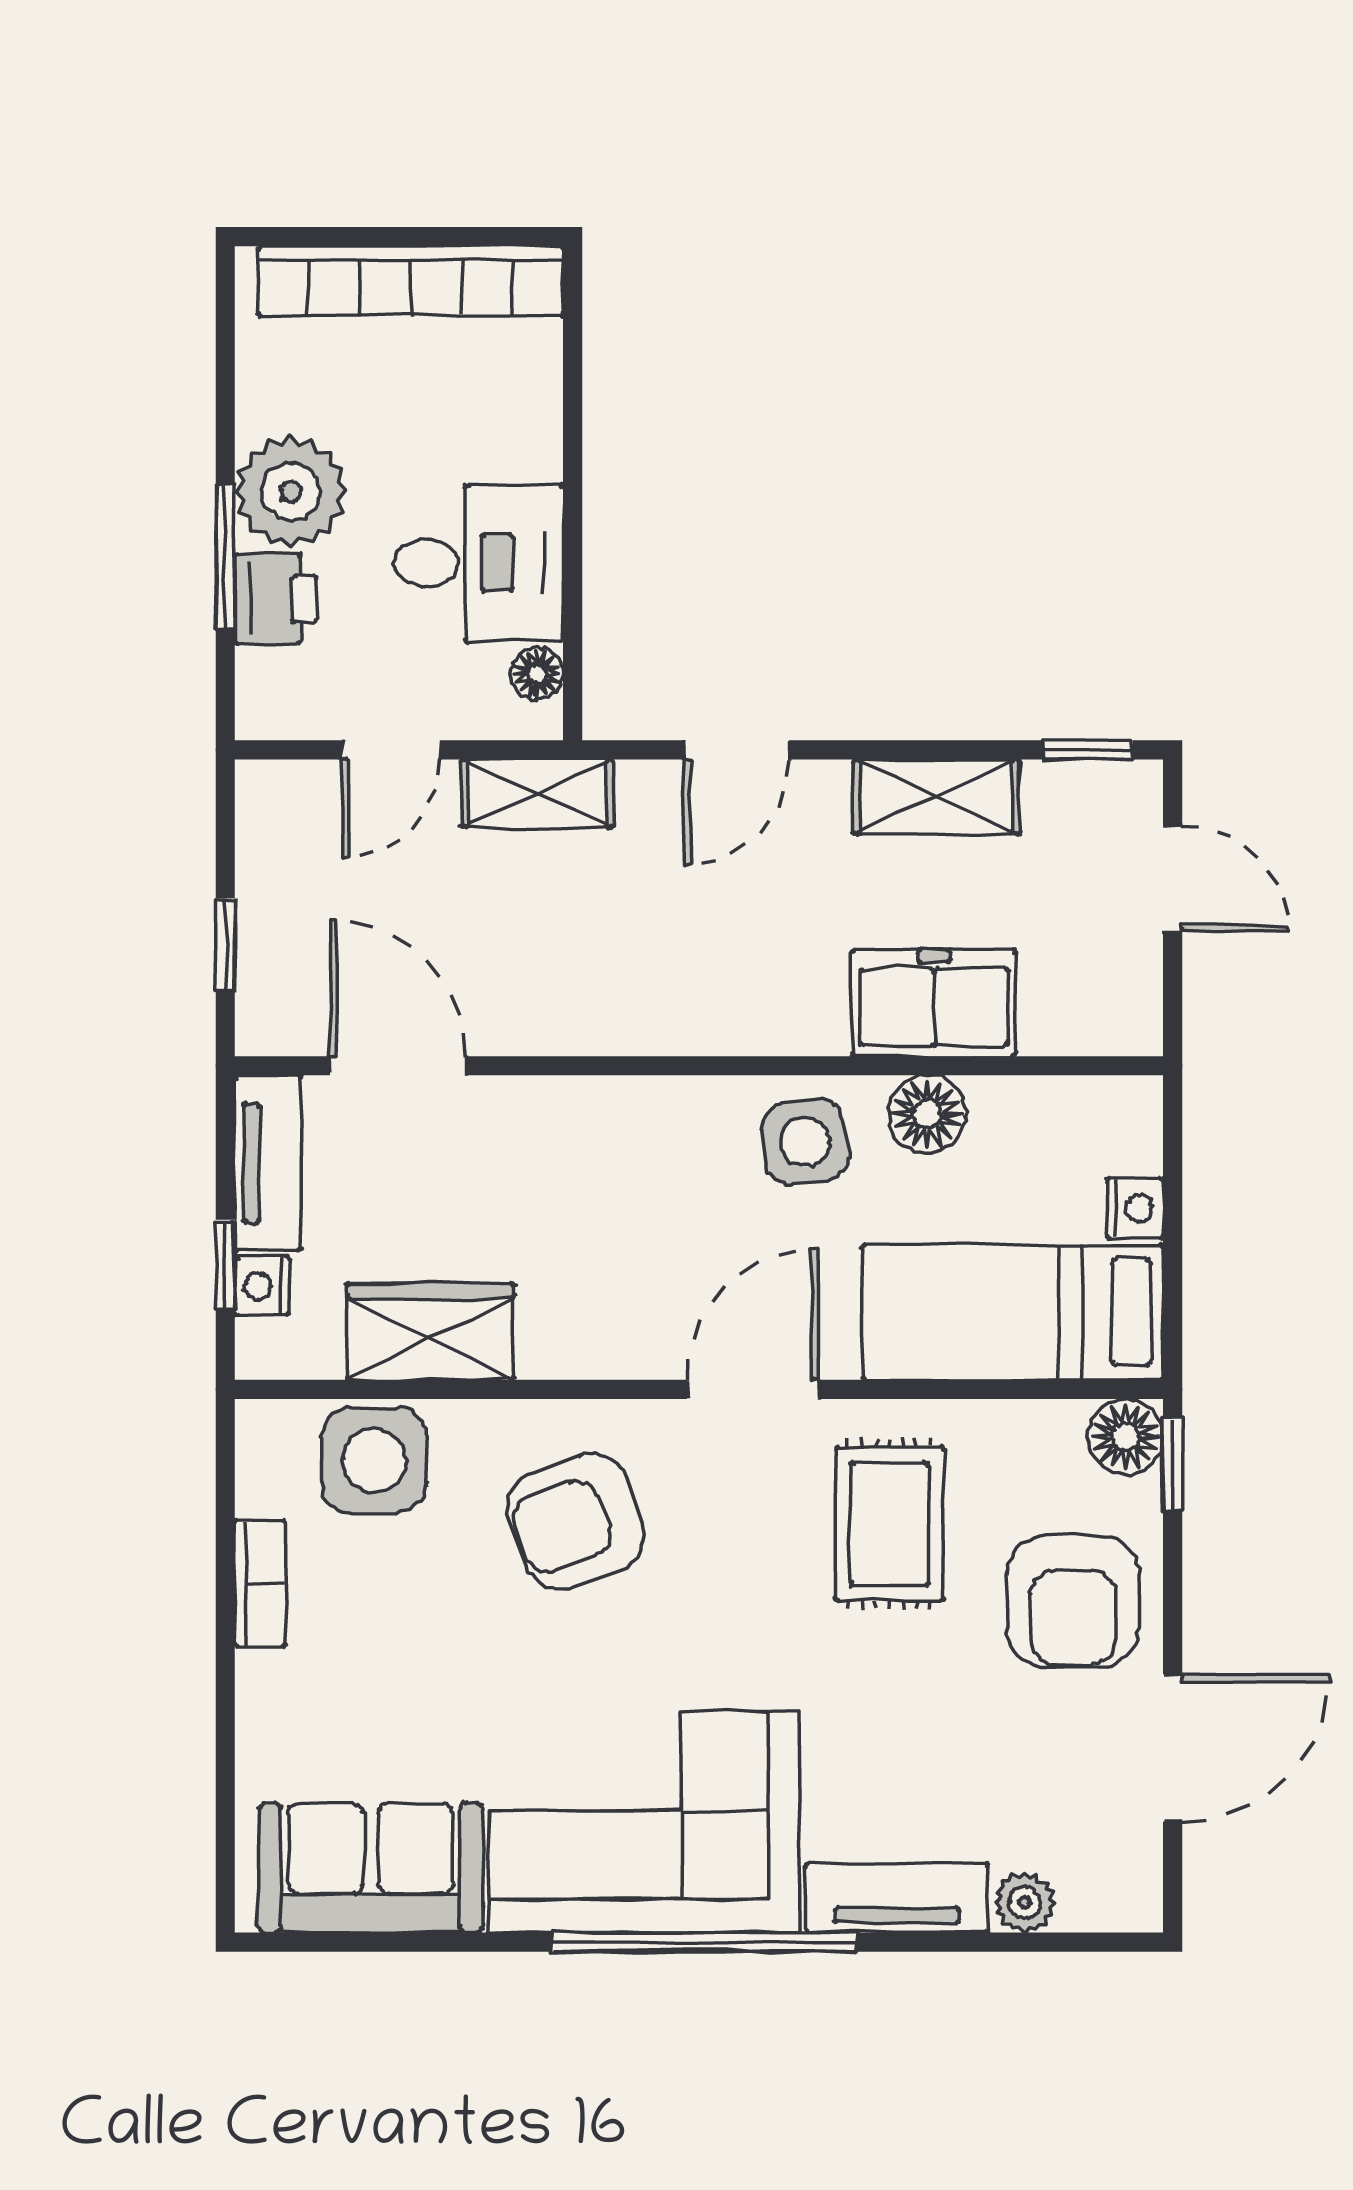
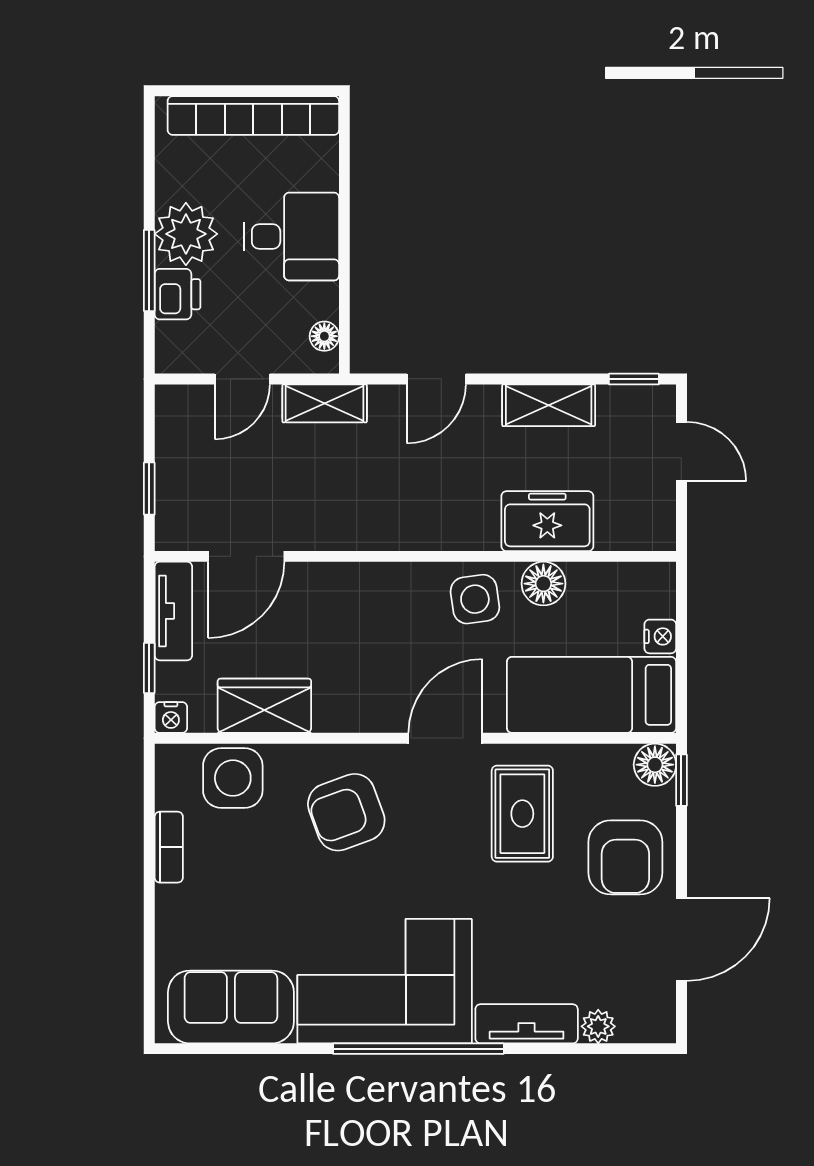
desk: (479, 563) -> (292, 236), moved
door: (398, 1066) -> (246, 556), swing flipped
nightstand: (262, 1286) -> (171, 717), moved, turned -90

